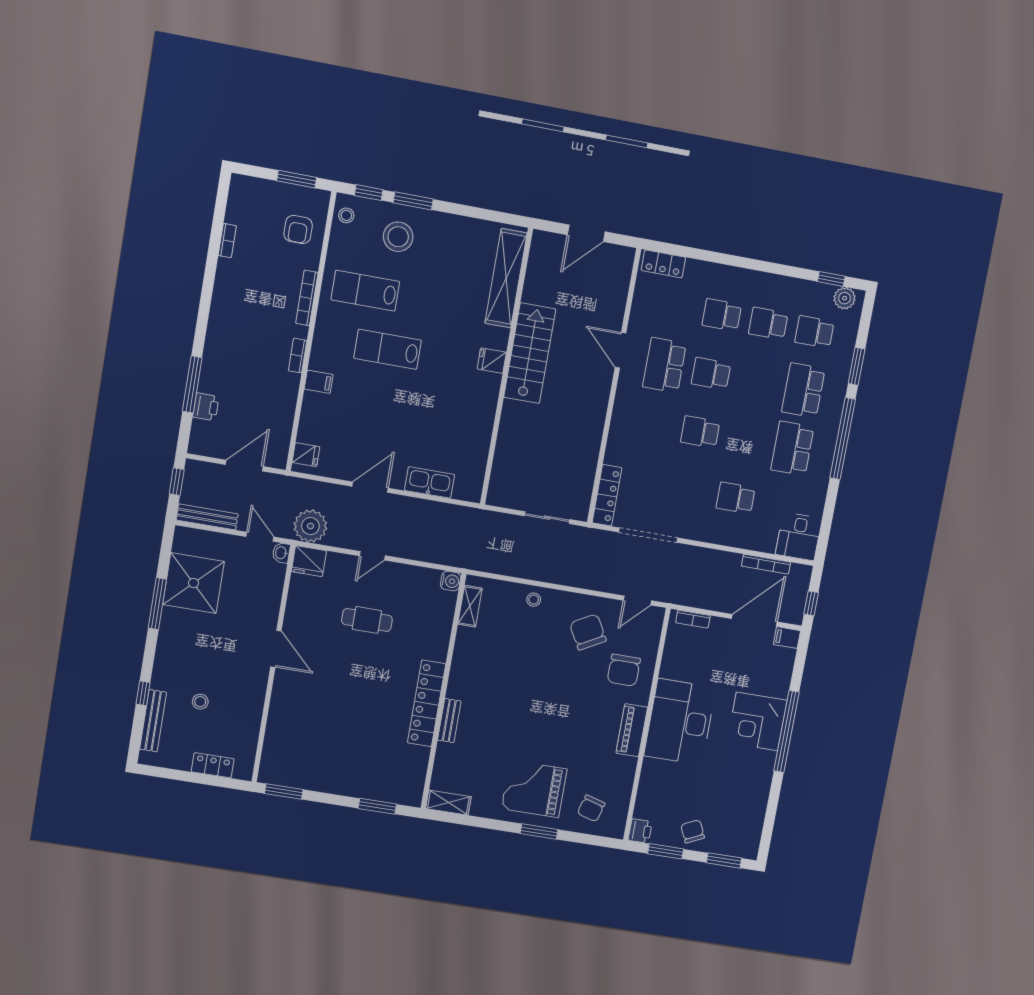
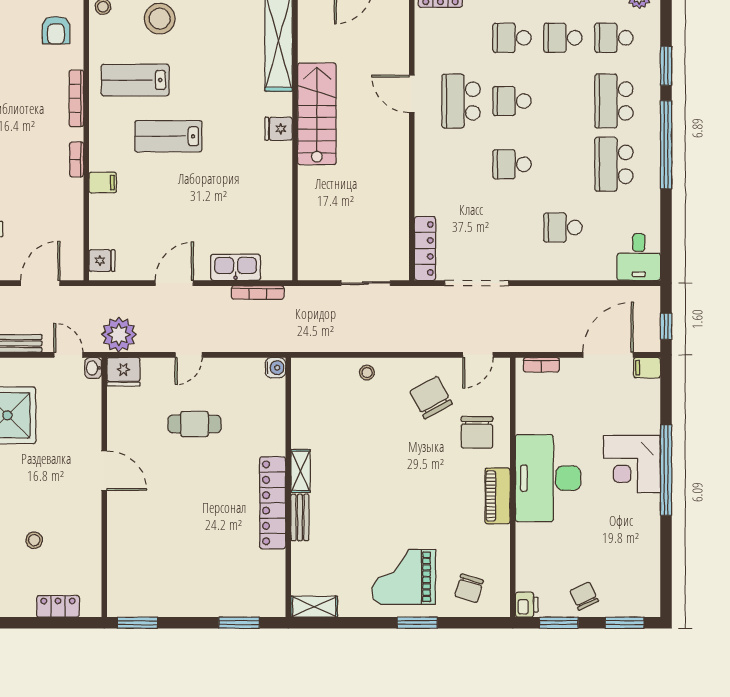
bookcase: (766, 564) -> (258, 292), moved
shelving: (470, 606) -> (301, 471), moved

